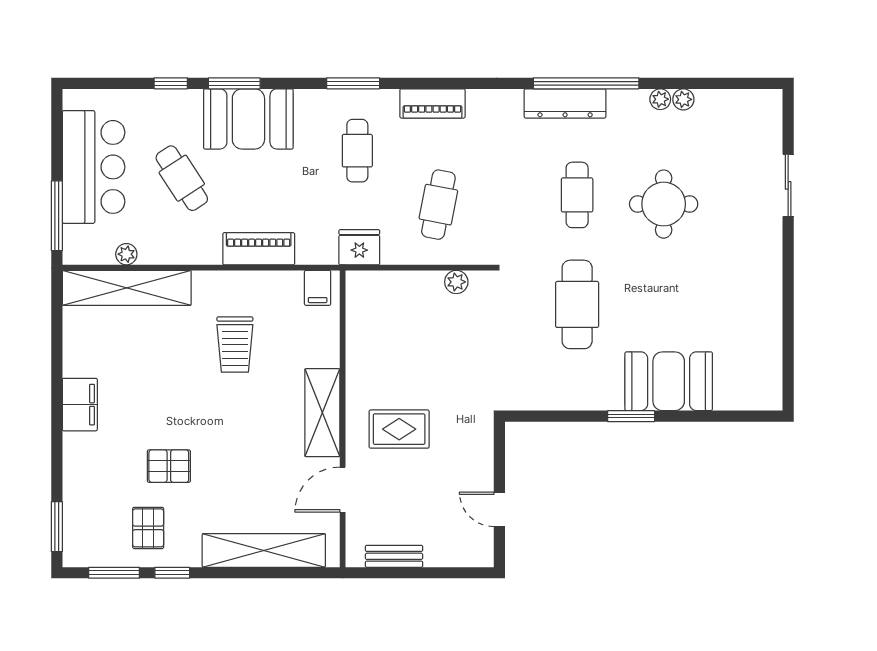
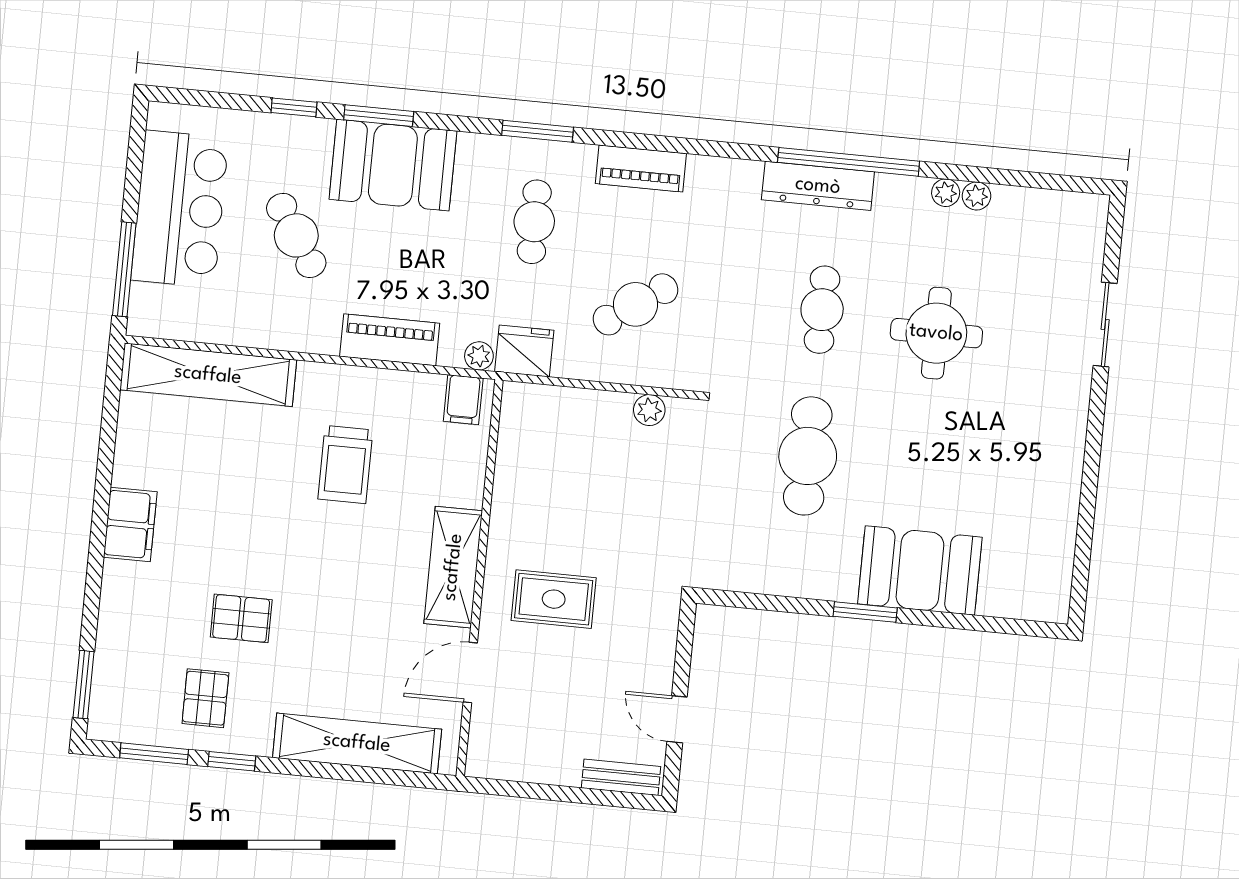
cafe table: (438, 205) -> (635, 304), turned 44
plant: (126, 254) -> (479, 356), moved
bench: (394, 556) -> (621, 777), moved

